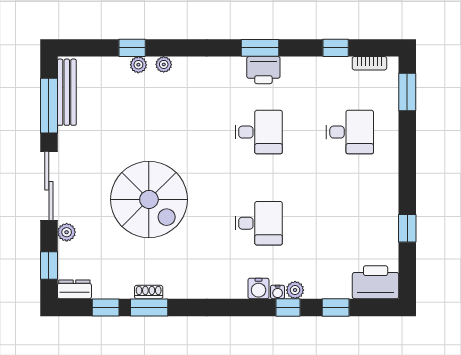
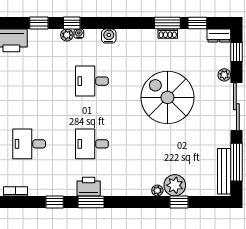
window: (336, 48) -> (55, 202), moved
plant: (138, 65) -> (175, 185), width x1.88, depth x1.88
water cooler: (259, 288) -> (109, 36), moved

